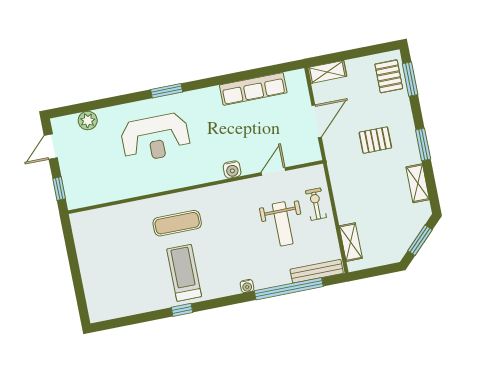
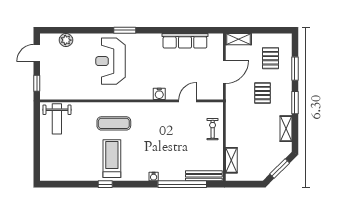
pallet: (389, 76) -> (270, 58), moved
window: (410, 79) -> (295, 69), moved
reception desk: (155, 138) -> (110, 61), turned 90
pallet: (375, 140) -> (262, 93), turned 90
weight bench: (283, 224) -> (57, 119), moved

